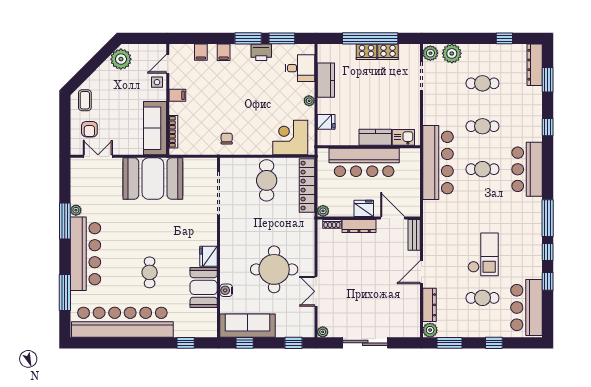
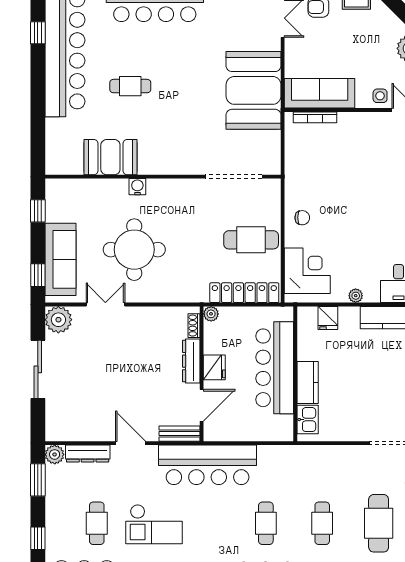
cafe table: (482, 83) -> (379, 523), width x1.37, depth x1.35
filing cabinet: (177, 95) -> (363, 123), removed
chair: (227, 139) -> (302, 218), moved
bar counter: (438, 163) -> (208, 465), moved
fridge: (209, 256) -> (152, 163), removed
water cooler: (226, 290) -> (137, 187), moved
sofa: (248, 326) -> (60, 259), moved
plant: (323, 332) -> (58, 320), width x1.88, depth x1.88
window: (186, 343) -> (38, 33), moved

